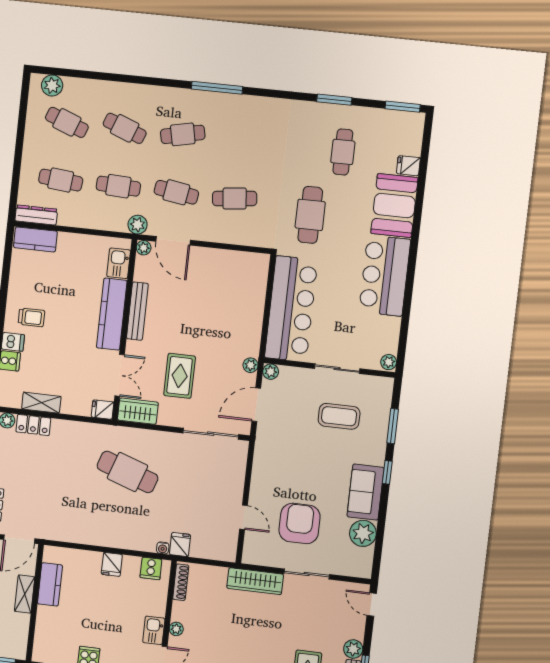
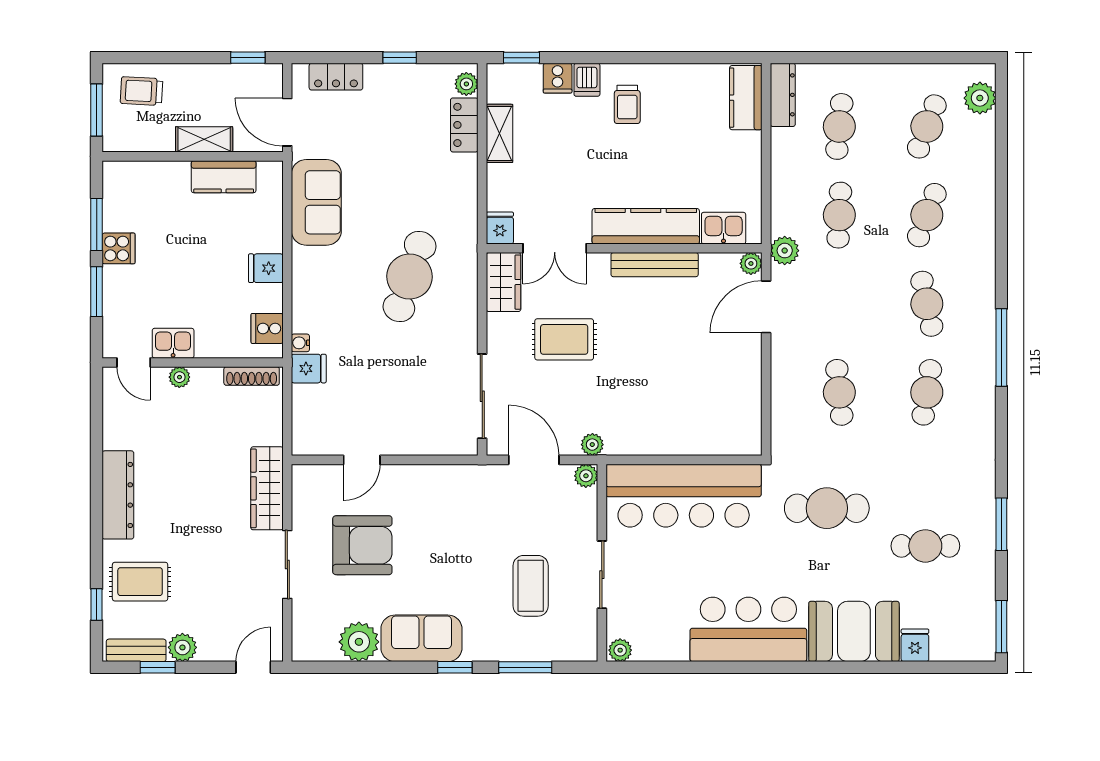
cafe table: (176, 192) -> (927, 392), moved
sofa: (73, 527) -> (316, 202), added

